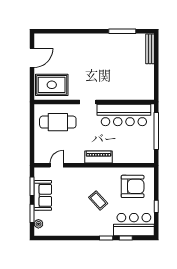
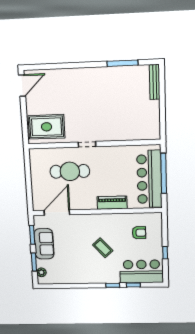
door: (32, 58) -> (22, 85), moved
bar counter: (124, 115) -> (149, 179), moved, turned 90
cafe table: (58, 122) -> (70, 171), moved
piano: (99, 157) -> (112, 203), moved
door: (57, 165) -> (57, 213), width x1.87
armchair: (133, 186) -> (139, 233), width x0.53, depth x0.53

